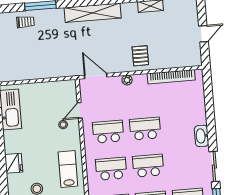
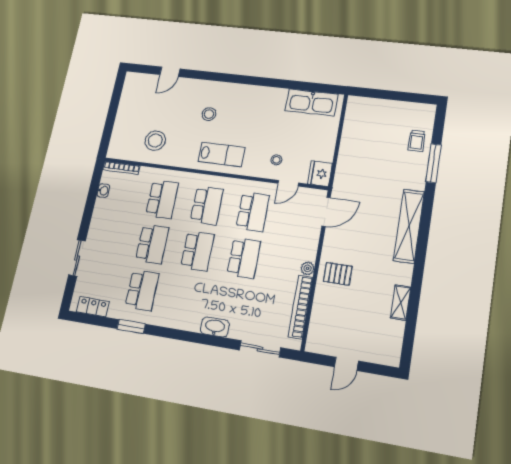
door: (203, 34) -> (346, 364), hinge flipped
plant: (127, 80) -> (308, 268), moved
door: (80, 110) -> (288, 183), swing flipped
fridge: (14, 163) -> (320, 174), moved, turned 90
sliding door: (214, 167) -> (260, 349), moved

